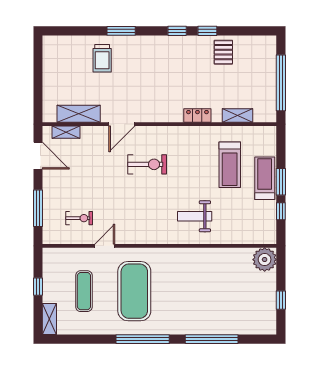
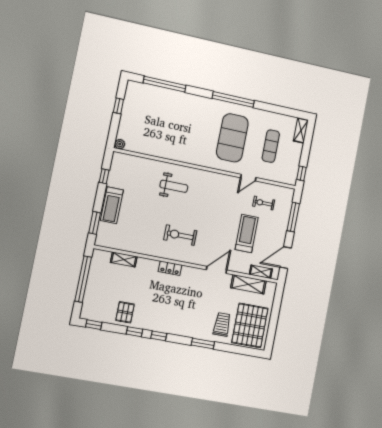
window: (258, 31) -> (94, 325), added
pallet: (67, 63) -> (250, 325), added
locker: (197, 115) -> (170, 268), moved
door: (38, 156) -> (286, 258), hinge flipped
exercise bike: (147, 164) -> (180, 235), moved
treadmill: (230, 165) -> (247, 234), moved
window: (281, 182) -> (95, 223), moved
plant: (265, 260) -> (120, 144), width x0.53, depth x0.53
window: (38, 287) -> (302, 173), moved
window: (212, 339) -> (165, 84), moved

